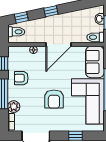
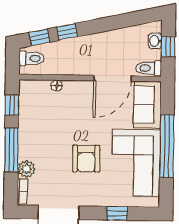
window: (51, 11) -> (67, 32), moved
door: (59, 44) -> (113, 78), moved
armchair: (21, 78) -> (38, 127), removed

